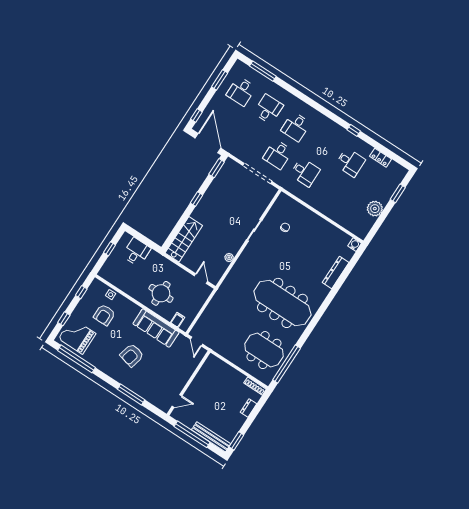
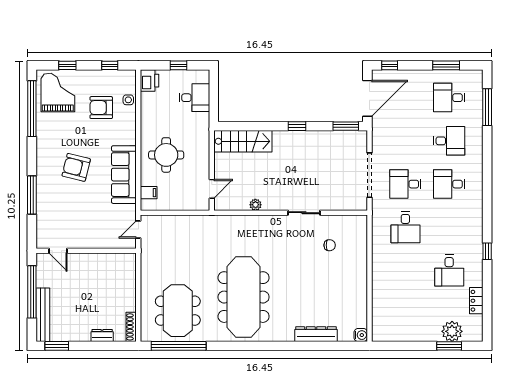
plant: (375, 209) -> (452, 331), moved
printer: (107, 273) -> (149, 81), added

